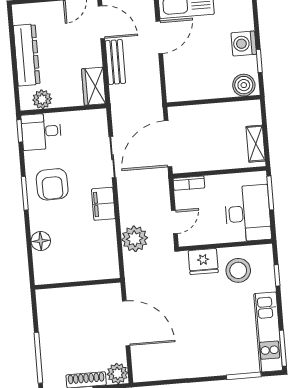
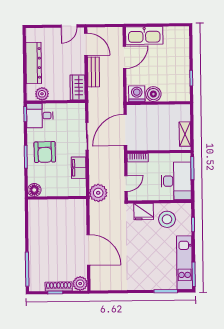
washing machine: (244, 44) -> (137, 94), moved, turned 90
boiler: (244, 85) -> (153, 94), moved
wall: (78, 284) -> (57, 198), moved

